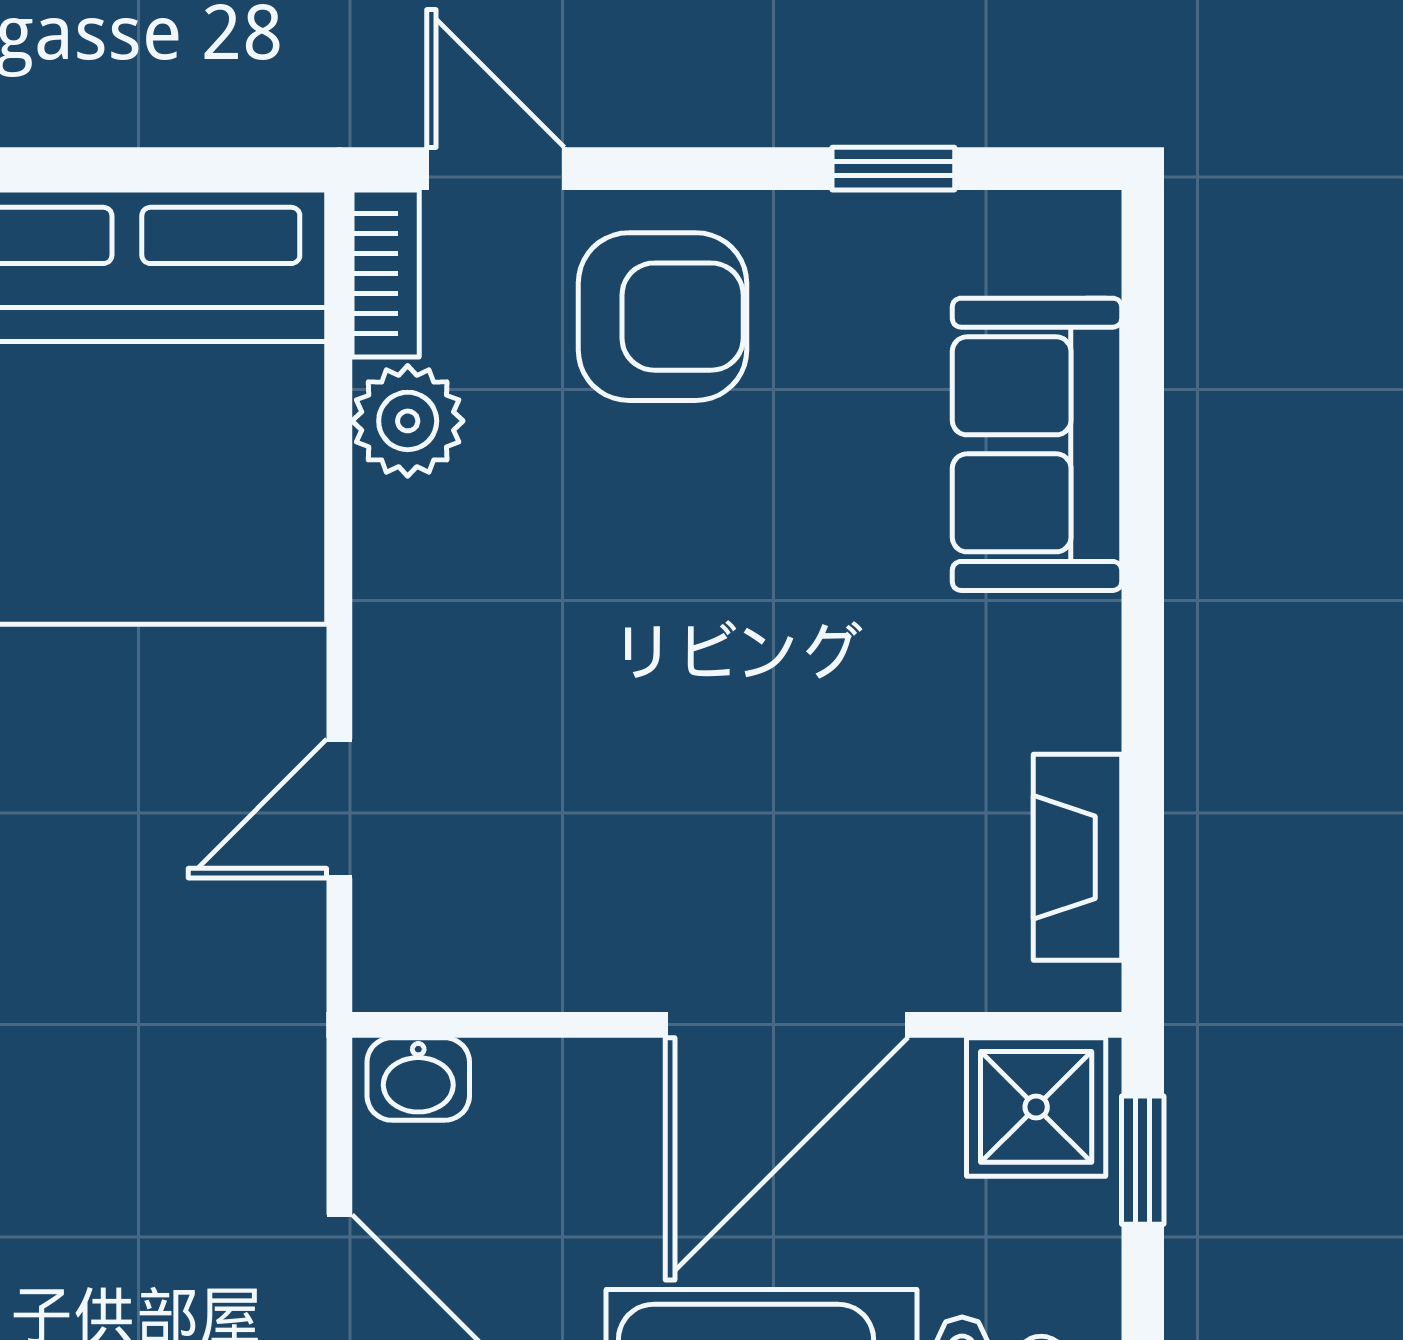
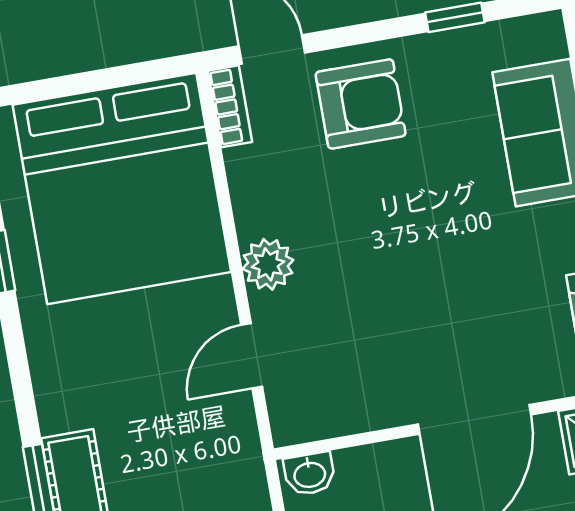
plant: (408, 421) -> (268, 264), moved

